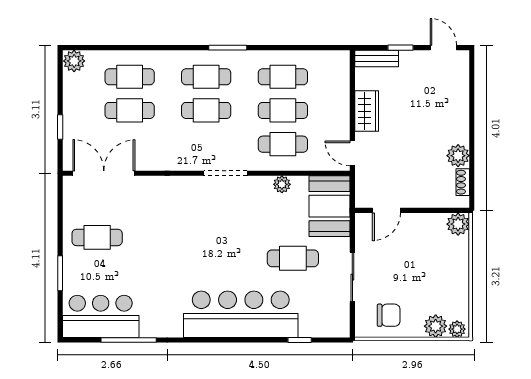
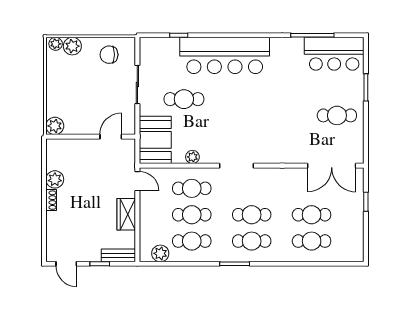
plant: (74, 61) -> (160, 253), moved
shoe rack: (463, 182) -> (51, 200), moved

